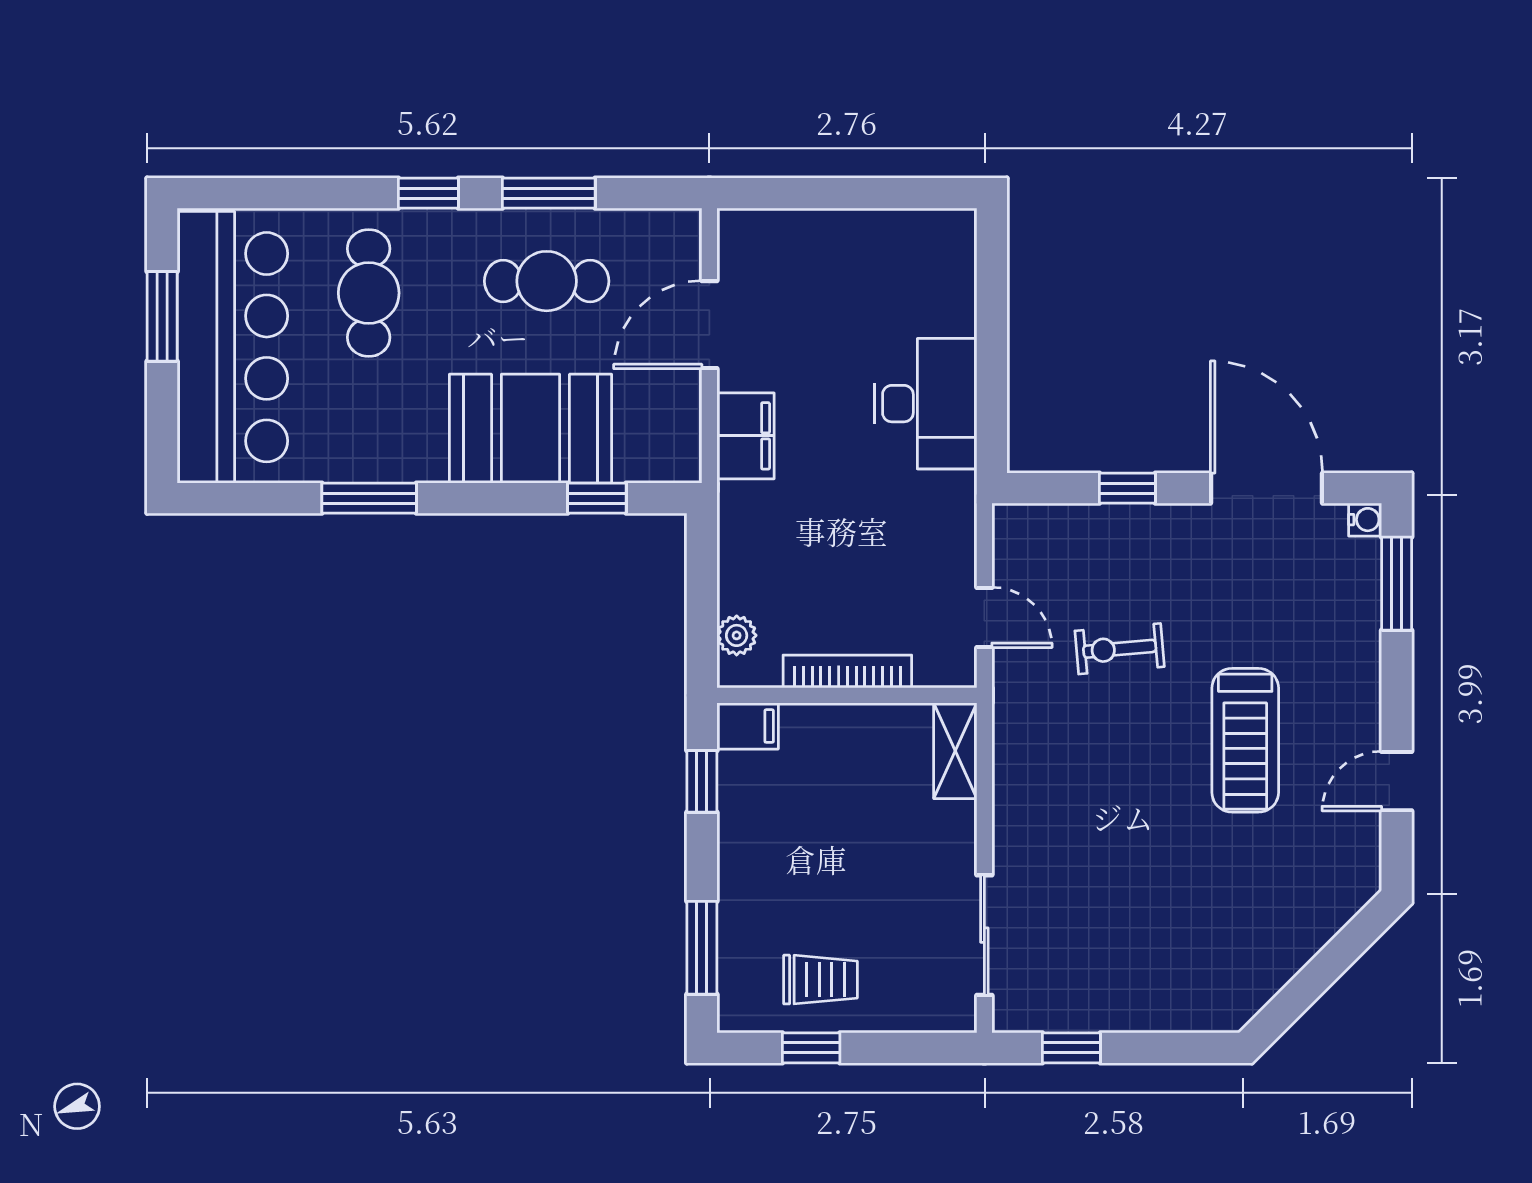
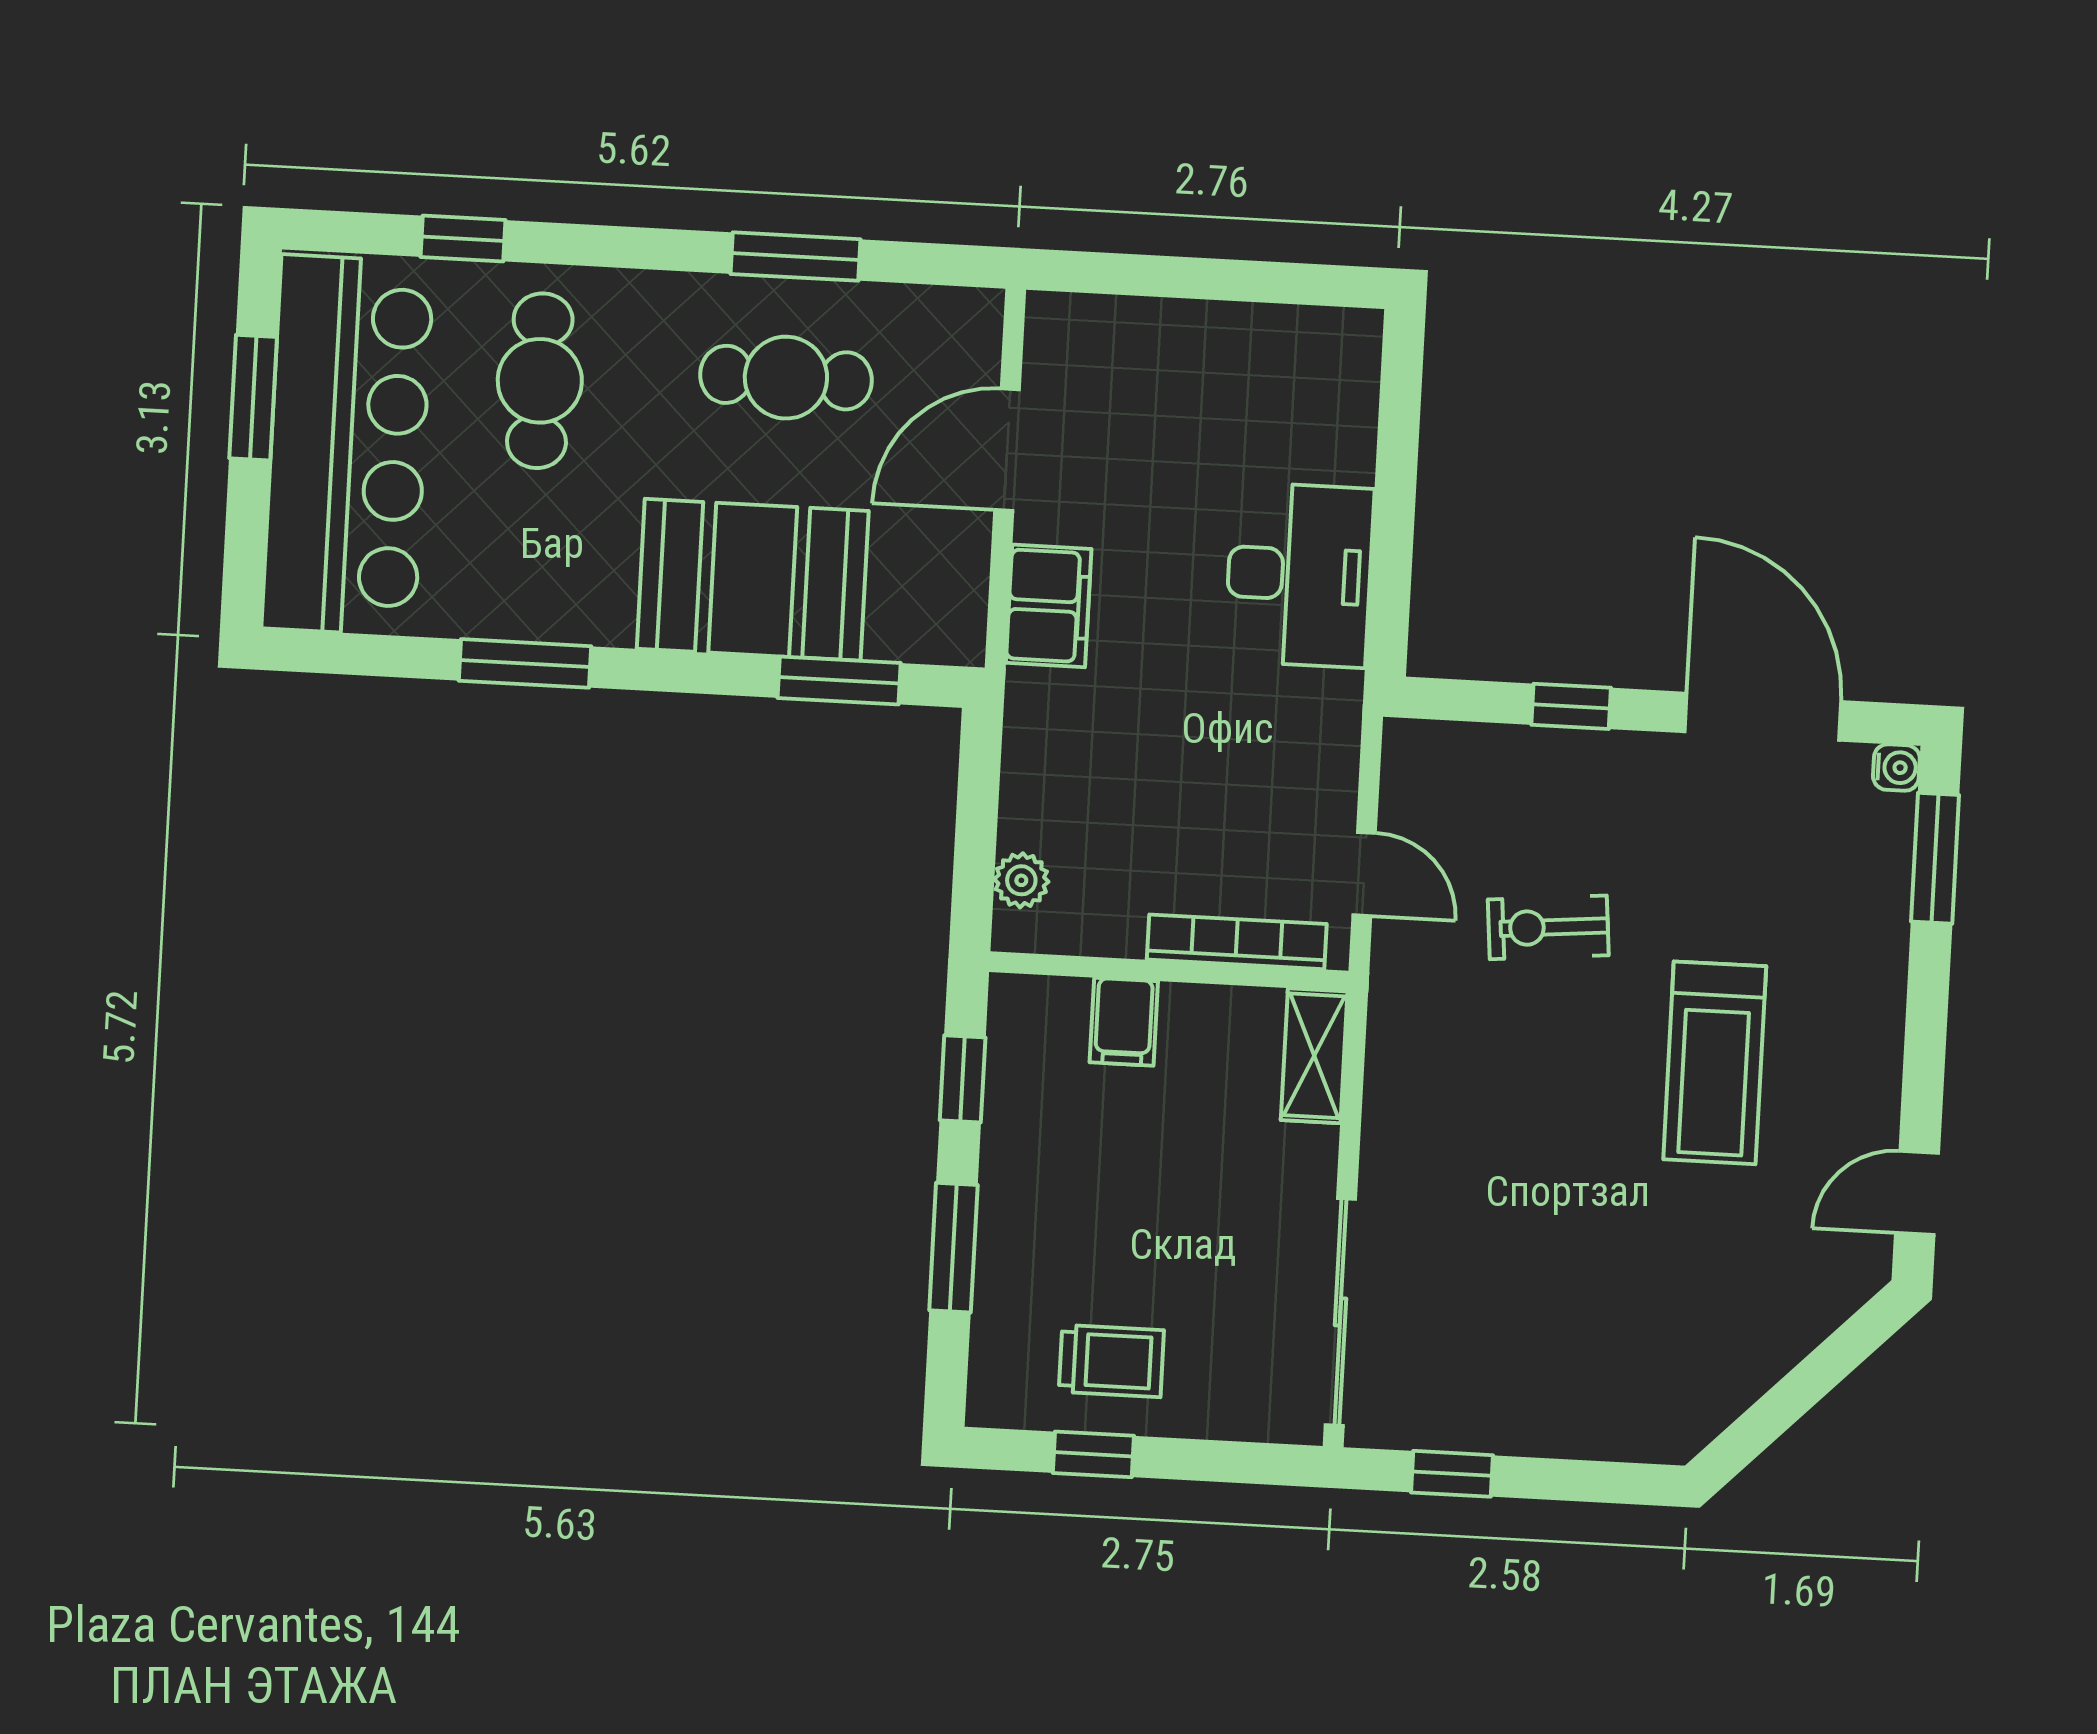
window: (428, 193) -> (463, 239), moved
window: (597, 498) -> (839, 680), width x1.50
bookcase: (847, 671) -> (1237, 942), moved
filing cabinet: (748, 726) -> (1124, 1022), moved, turned 90
door: (1397, 781) -> (1917, 1193), moved
sliding door: (984, 935) -> (1340, 1312), width x1.37
window: (702, 948) -> (953, 1248), moved

